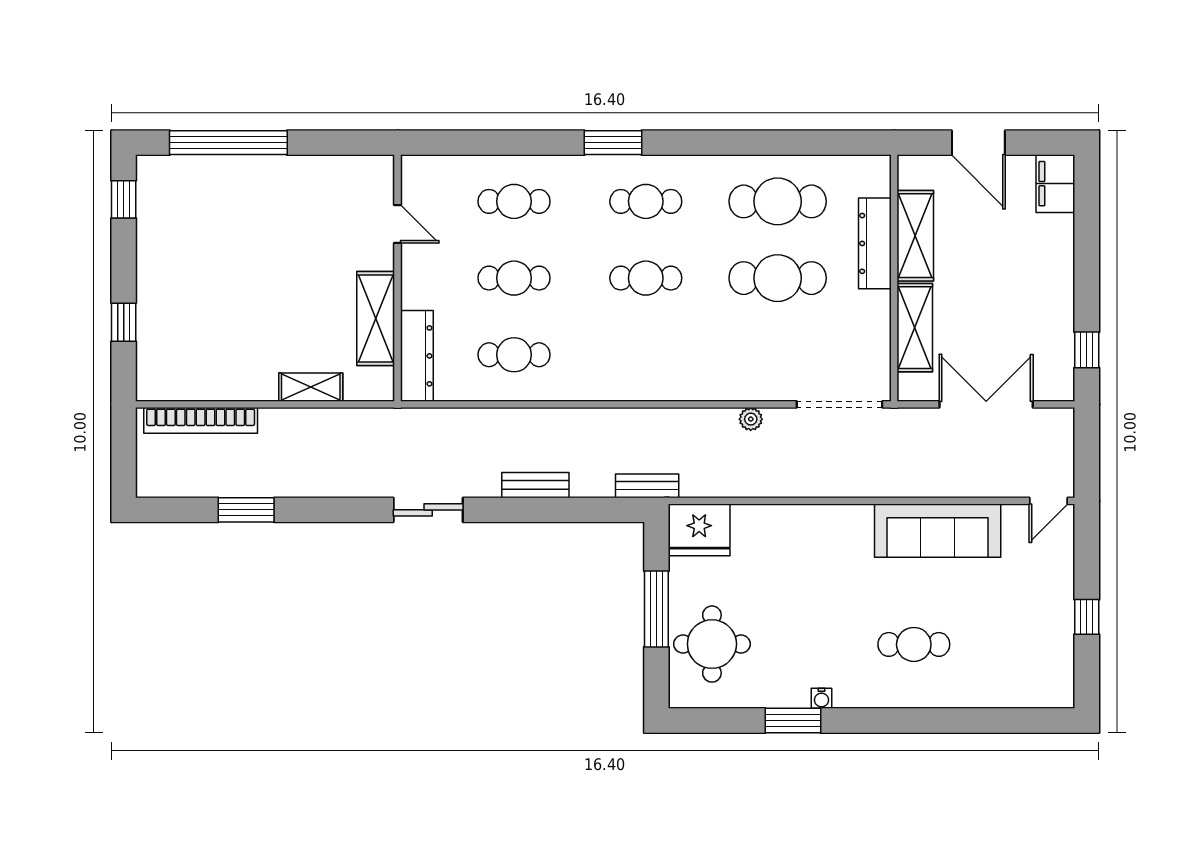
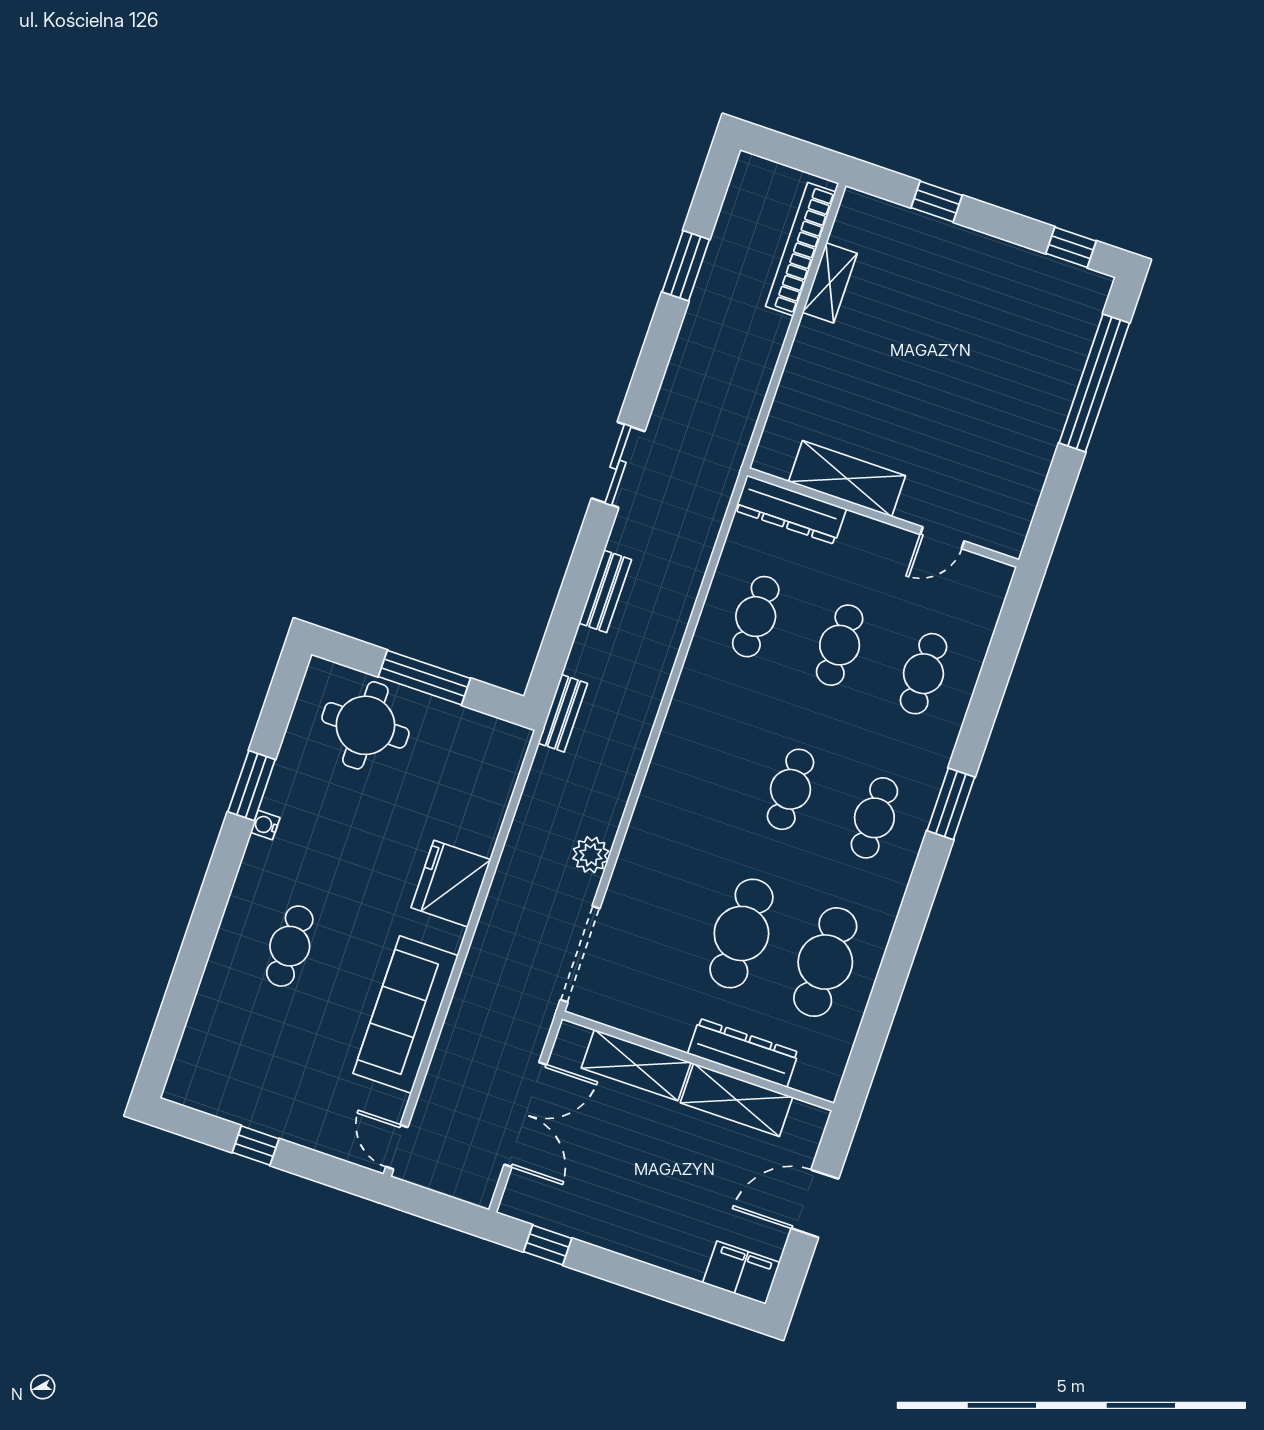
shelving: (311, 387) -> (830, 283), moved
plant: (751, 419) -> (591, 855), width x1.38, depth x1.38
fridge: (699, 530) -> (451, 884), moved

